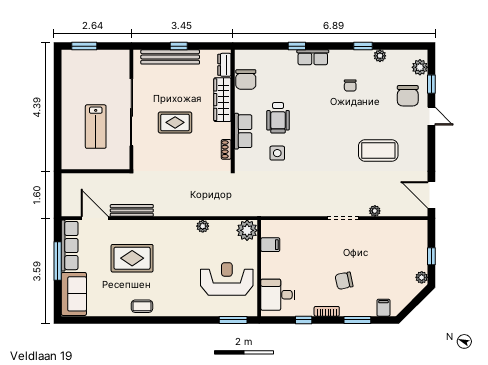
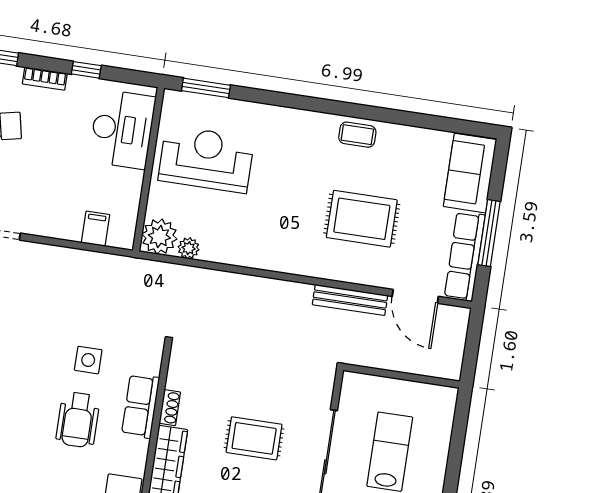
wheelchair: (278, 118) -> (78, 420), turned 180
shoe rack: (226, 149) -> (170, 408), moved
plant: (203, 226) -> (189, 248), moved
filing cabinet: (270, 245) -> (95, 229), moved, turned 90
reception desk: (227, 279) -> (206, 159), turned 180
desk: (278, 295) -> (122, 129), width x1.37

